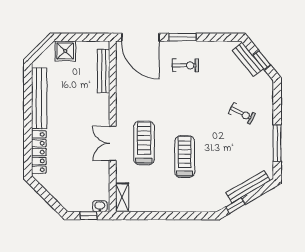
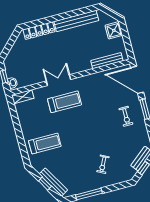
door: (140, 37) -> (137, 80), hinge flipped
treadmill: (185, 157) -> (45, 143), moved
window: (235, 206) -> (45, 184), moved

